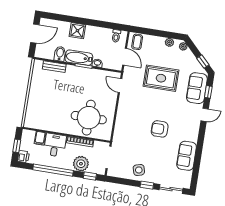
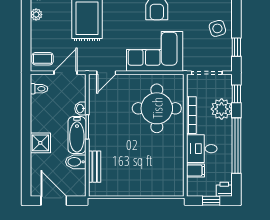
corner sofa: (130, 123) -> (155, 51), added
window: (147, 185) -> (236, 47), moved

